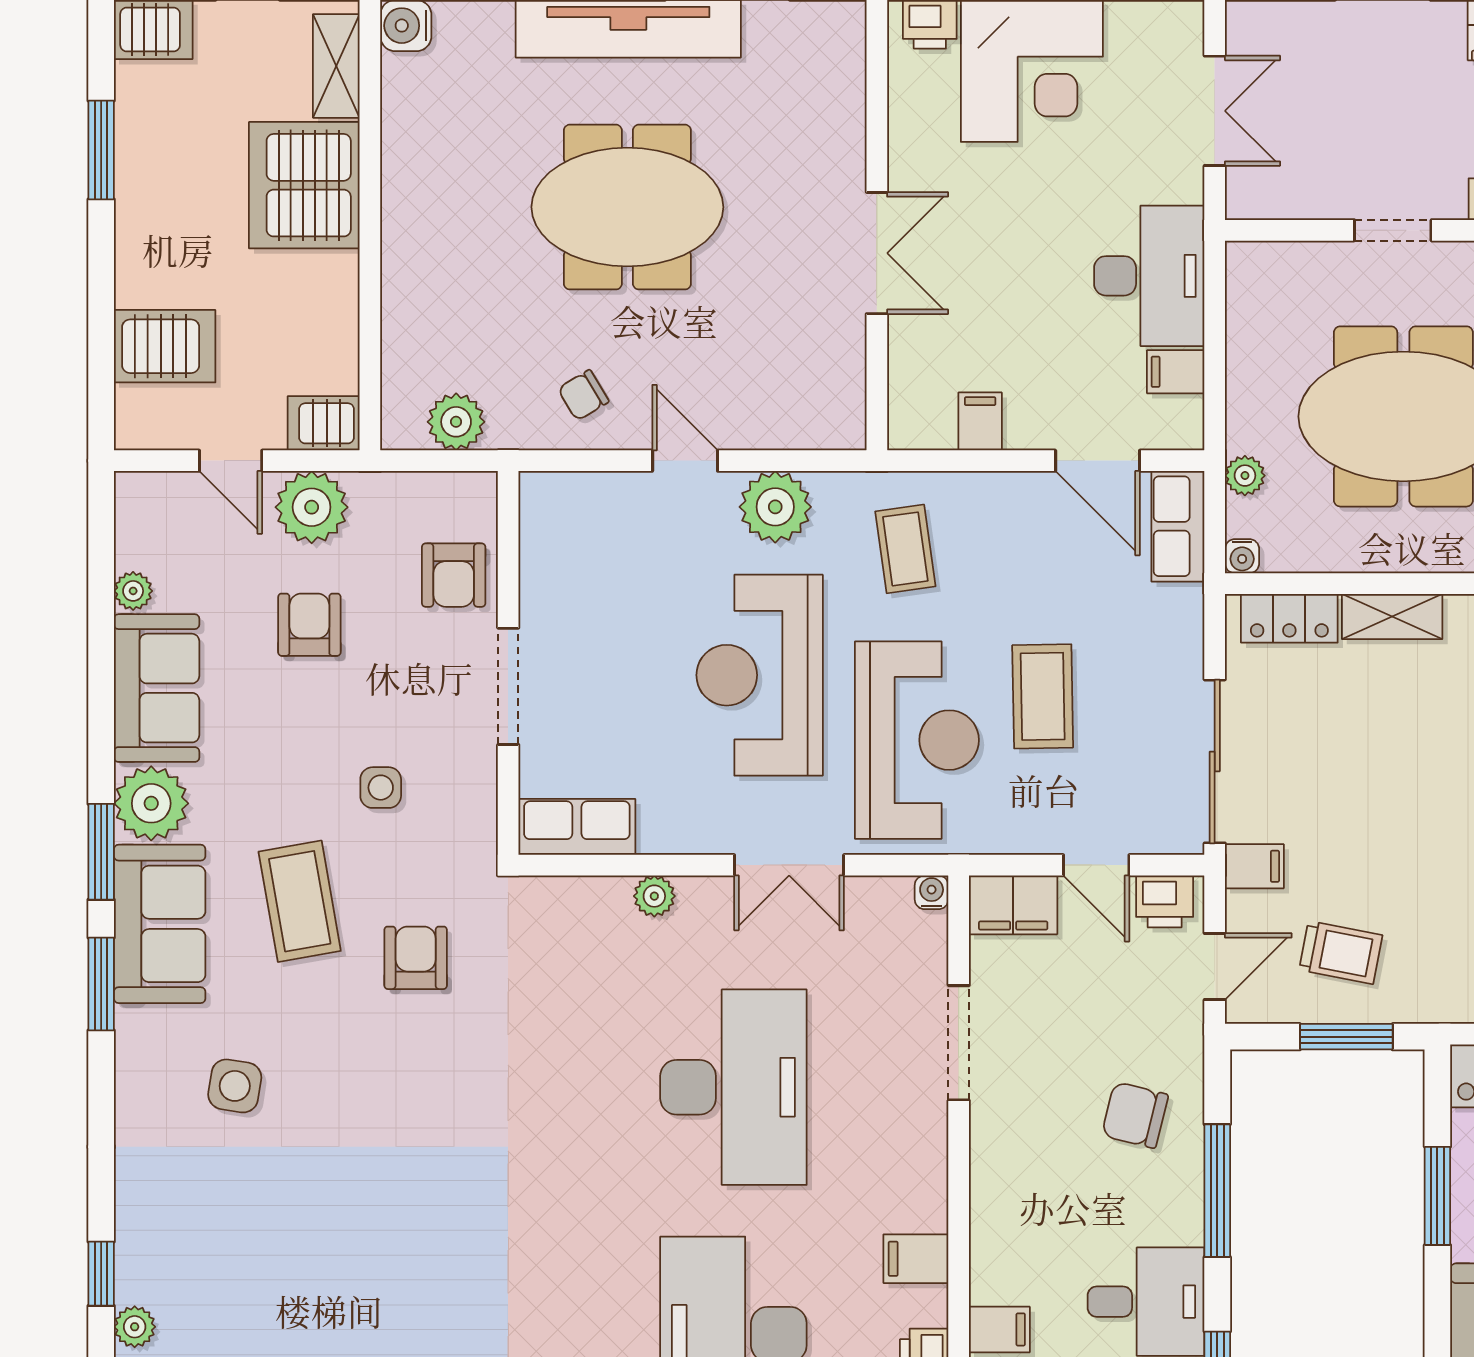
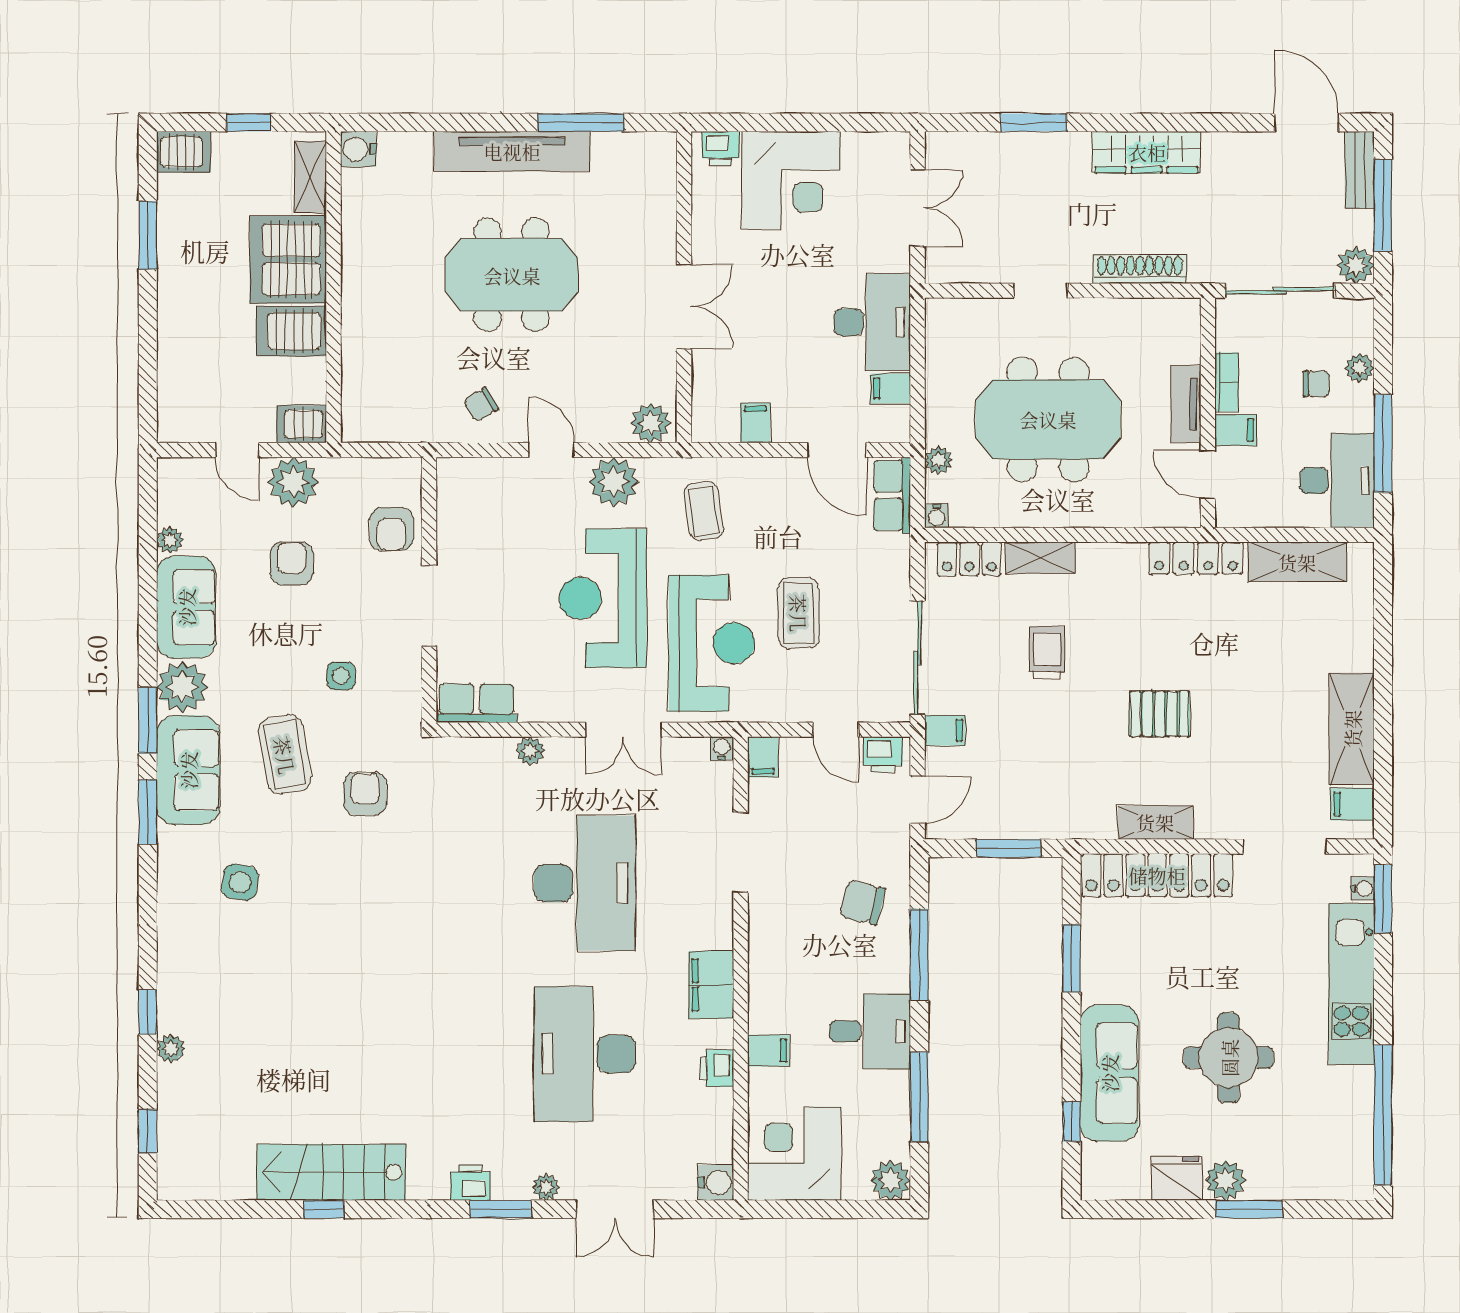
server rack: (165, 346) -> (291, 331), moved, turned 180
plant: (456, 422) -> (651, 423), moved
filing cabinet: (1013, 905) -> (763, 757), width x0.50
trolley: (1341, 952) -> (1047, 653), moved, turned -101
filing cabinet: (916, 1259) -> (711, 985), width x2.00

